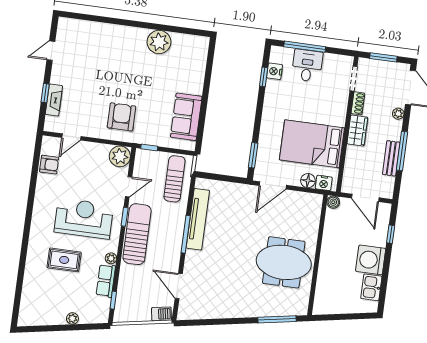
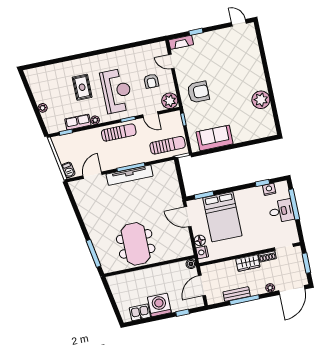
door: (51, 51) -> (239, 23), moved
fireplace: (54, 100) -> (181, 42), moved
bed: (312, 144) -> (222, 217), moved, turned 180
armchair: (49, 165) -> (151, 81), moved
tv unit: (198, 219) -> (130, 175), moved
sun lounger: (137, 234) -> (119, 133), width x0.73, depth x0.75

